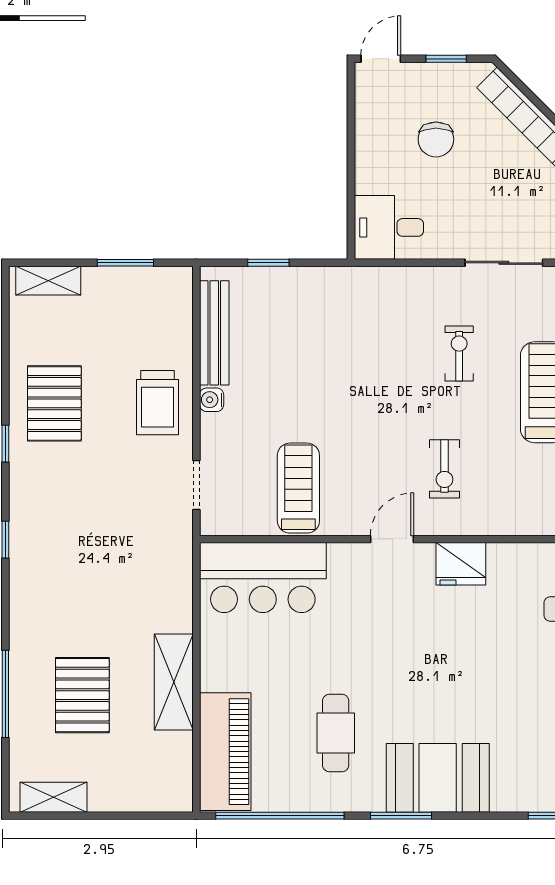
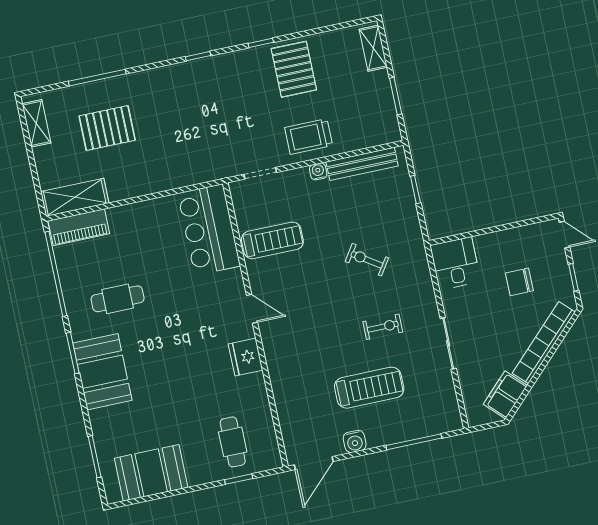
pallet: (54, 403) -> (294, 69), turned 90
exercise bike: (444, 469) -> (367, 260), moved, turned 34
shelving: (174, 682) -> (75, 197), moved
piano: (225, 752) -> (79, 227), width x0.73, depth x0.75

